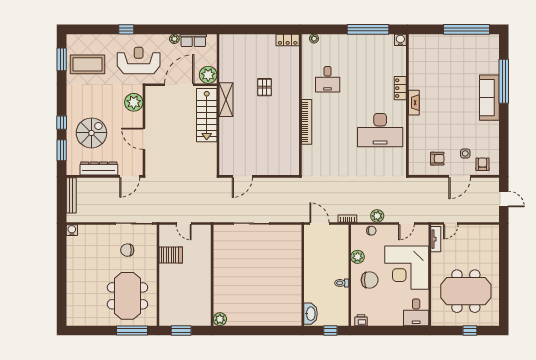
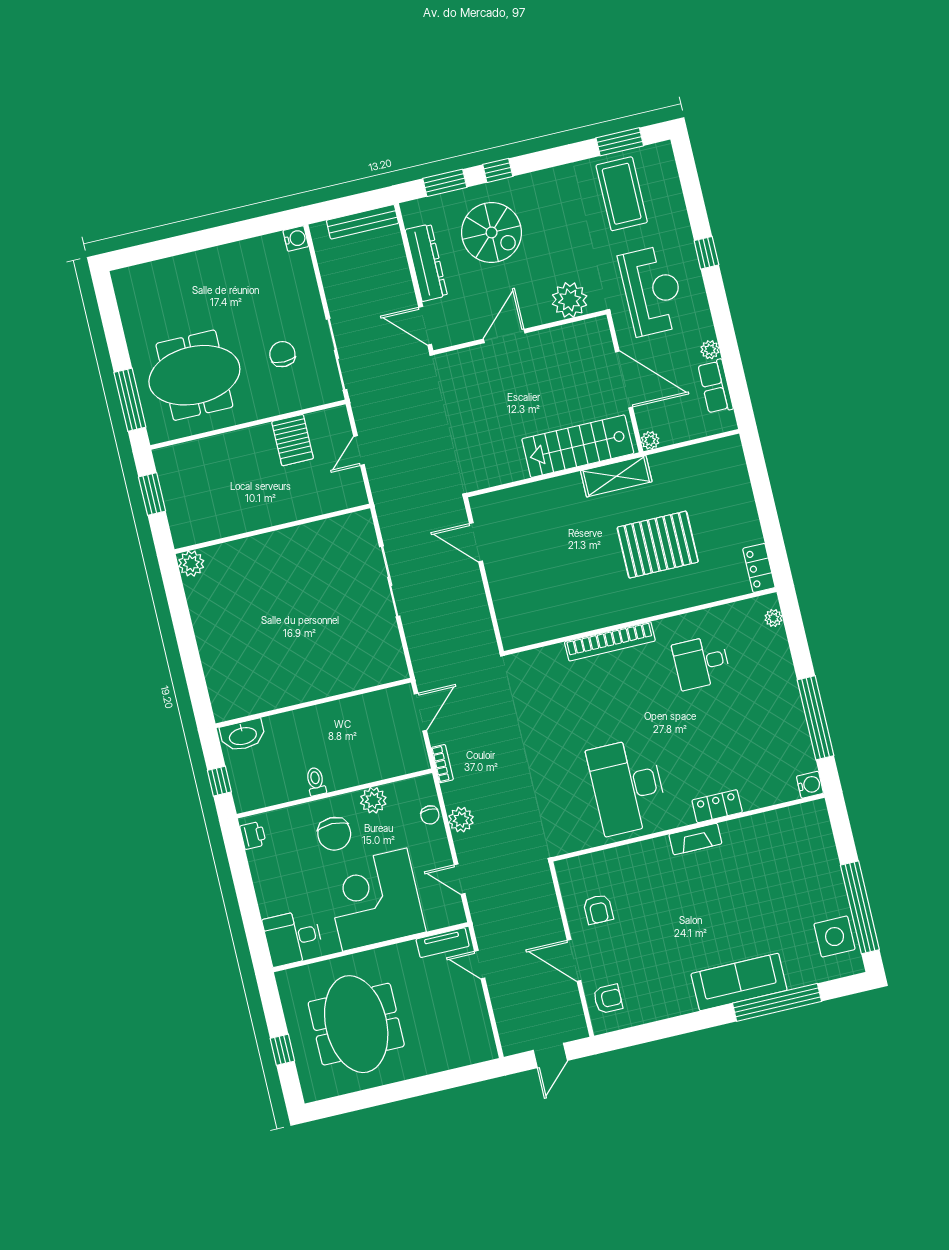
plant: (208, 75) -> (650, 440), width x0.53, depth x0.53
pallet: (264, 87) -> (658, 545), width x2.05, depth x2.00
side table: (465, 153) -> (835, 937), moved, width x1.87, depth x1.87

